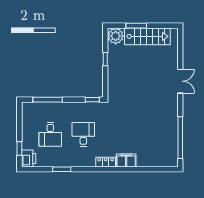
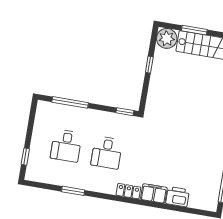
desk: (83, 134) -> (107, 153), turned 180
printer: (29, 158) -> (178, 197), moved, turned -90

